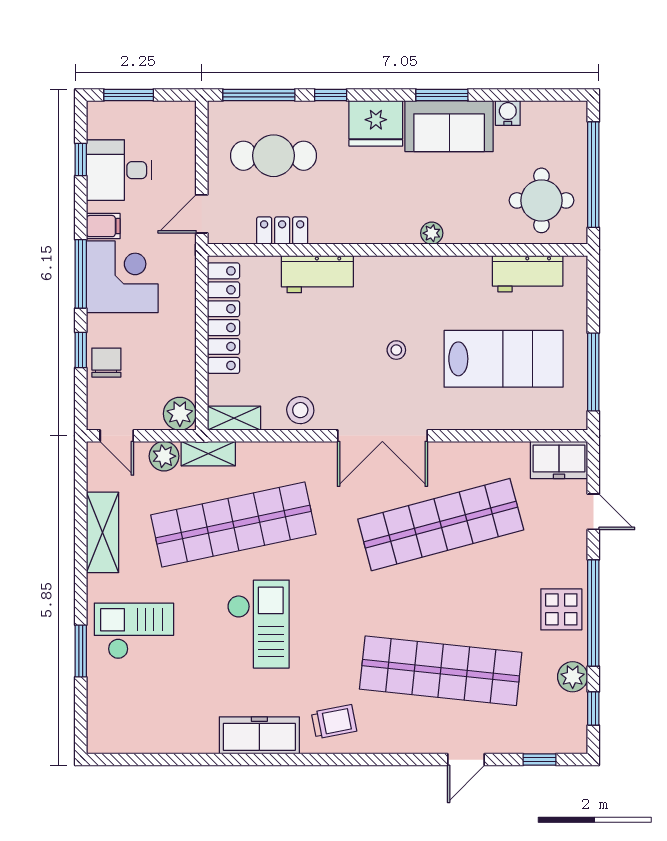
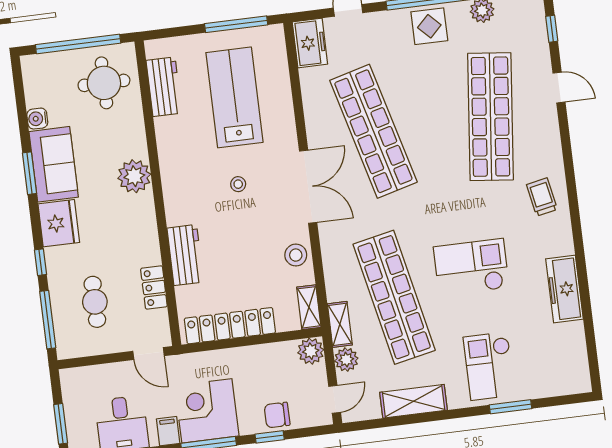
cafe table: (274, 156) -> (95, 302), width x0.73, depth x0.74
plant: (432, 233) -> (134, 176), width x1.88, depth x1.88
freezer: (259, 735) -> (564, 289), moved

